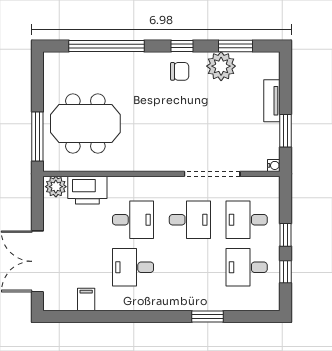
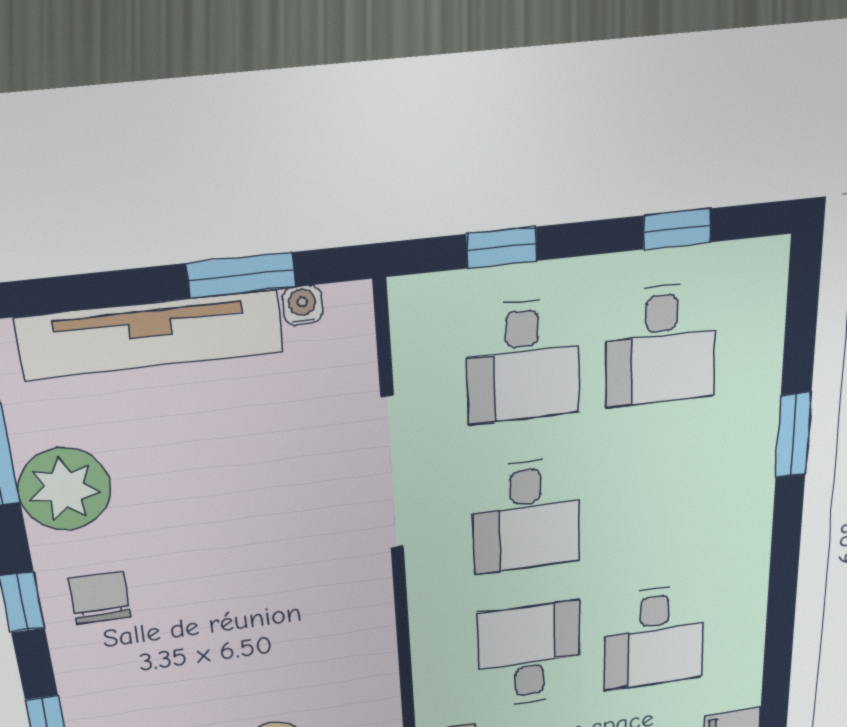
tv unit: (272, 101) -> (151, 335), width x1.92, depth x1.29
water cooler: (274, 165) -> (302, 305), moved
desk: (190, 220) -> (526, 515), turned 180
window: (286, 235) -> (502, 247), moved

